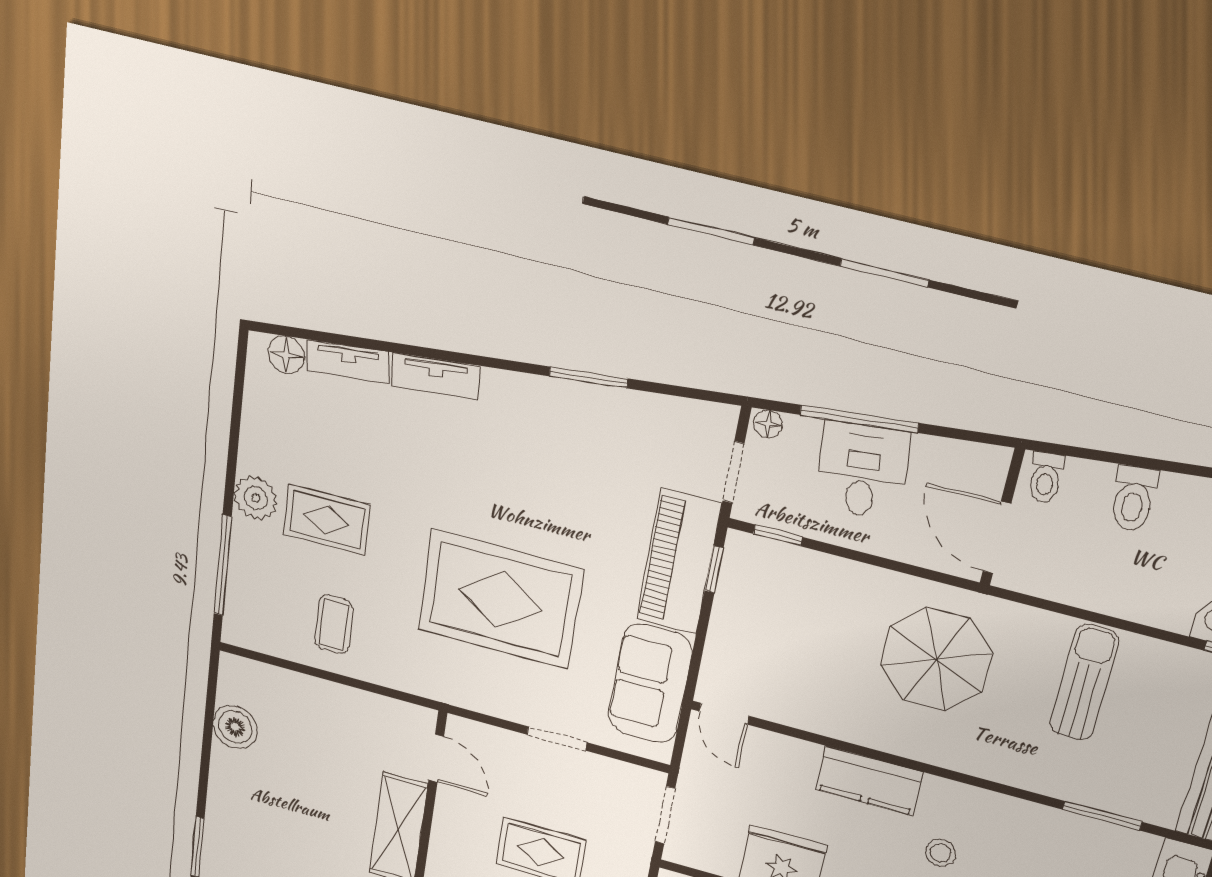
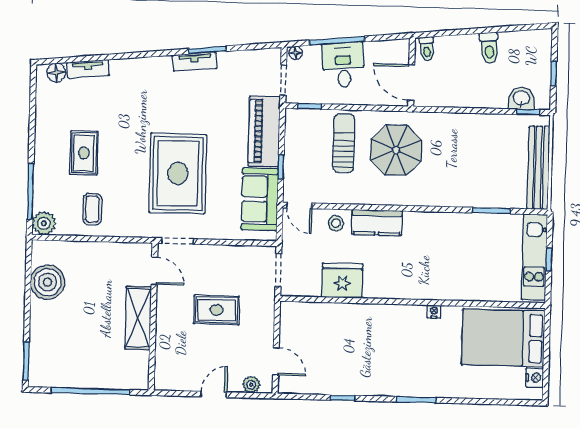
tv unit: (435, 376) -> (195, 62), moved
plant: (256, 498) -> (44, 223), moved
toilet: (1133, 499) -> (489, 48), moved
rug: (327, 520) -> (84, 153), turned 90
window: (714, 569) -> (281, 167), moved
rug: (500, 600) -> (178, 173), turned 90
sun lounger: (1084, 683) -> (344, 143), moved
boiler: (235, 727) -> (48, 282), width x1.37, depth x1.37
doorway: (557, 738) -> (178, 241), moved
stool: (941, 853) -> (336, 223), moved

